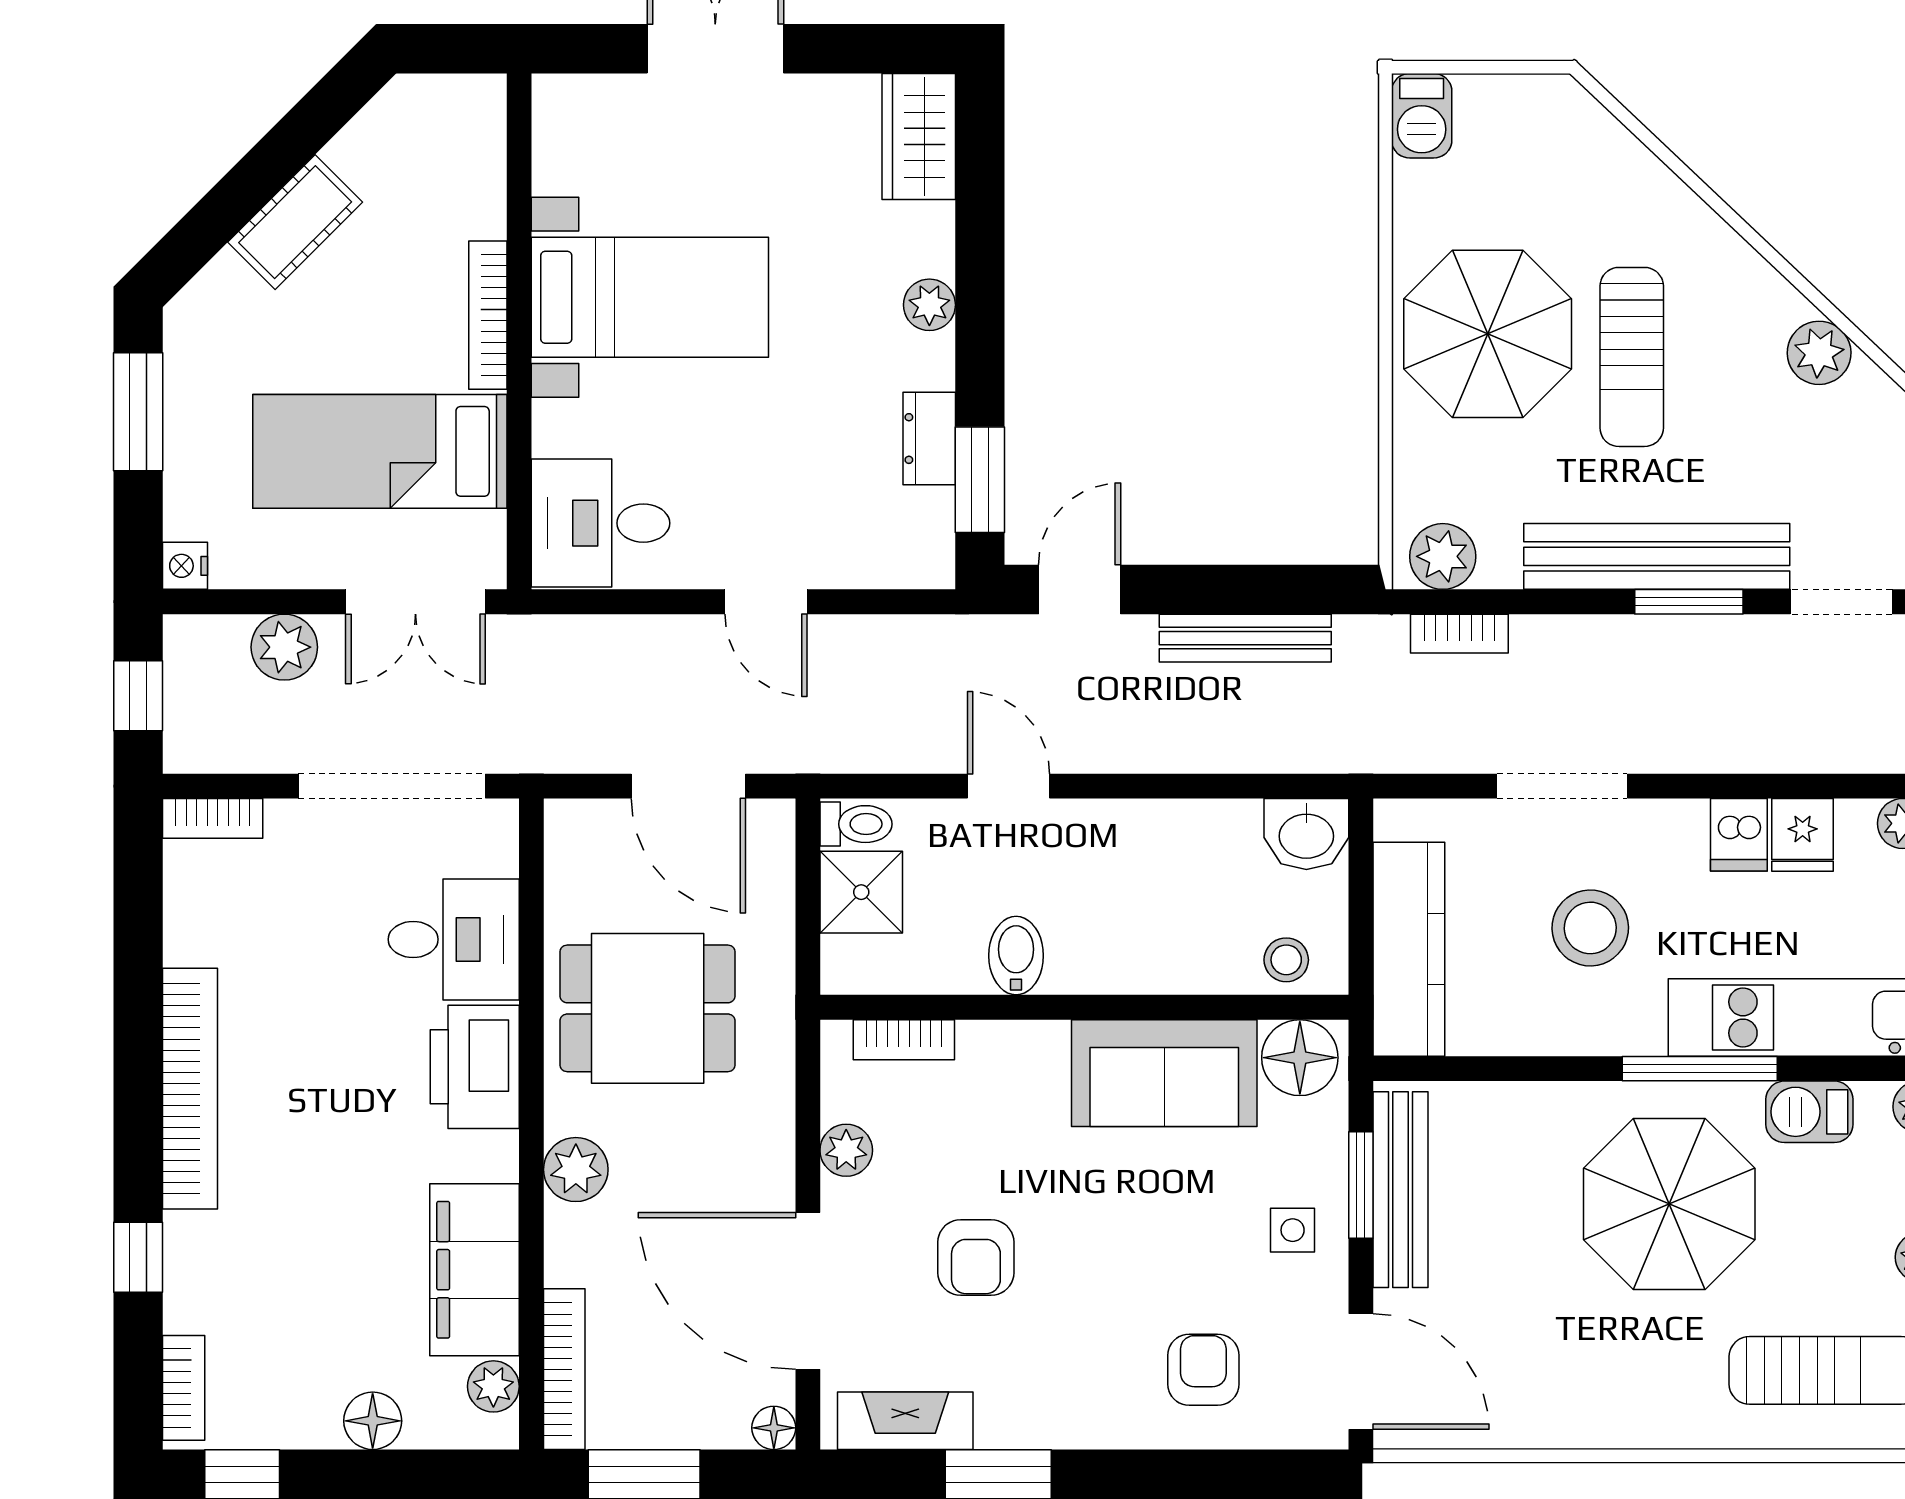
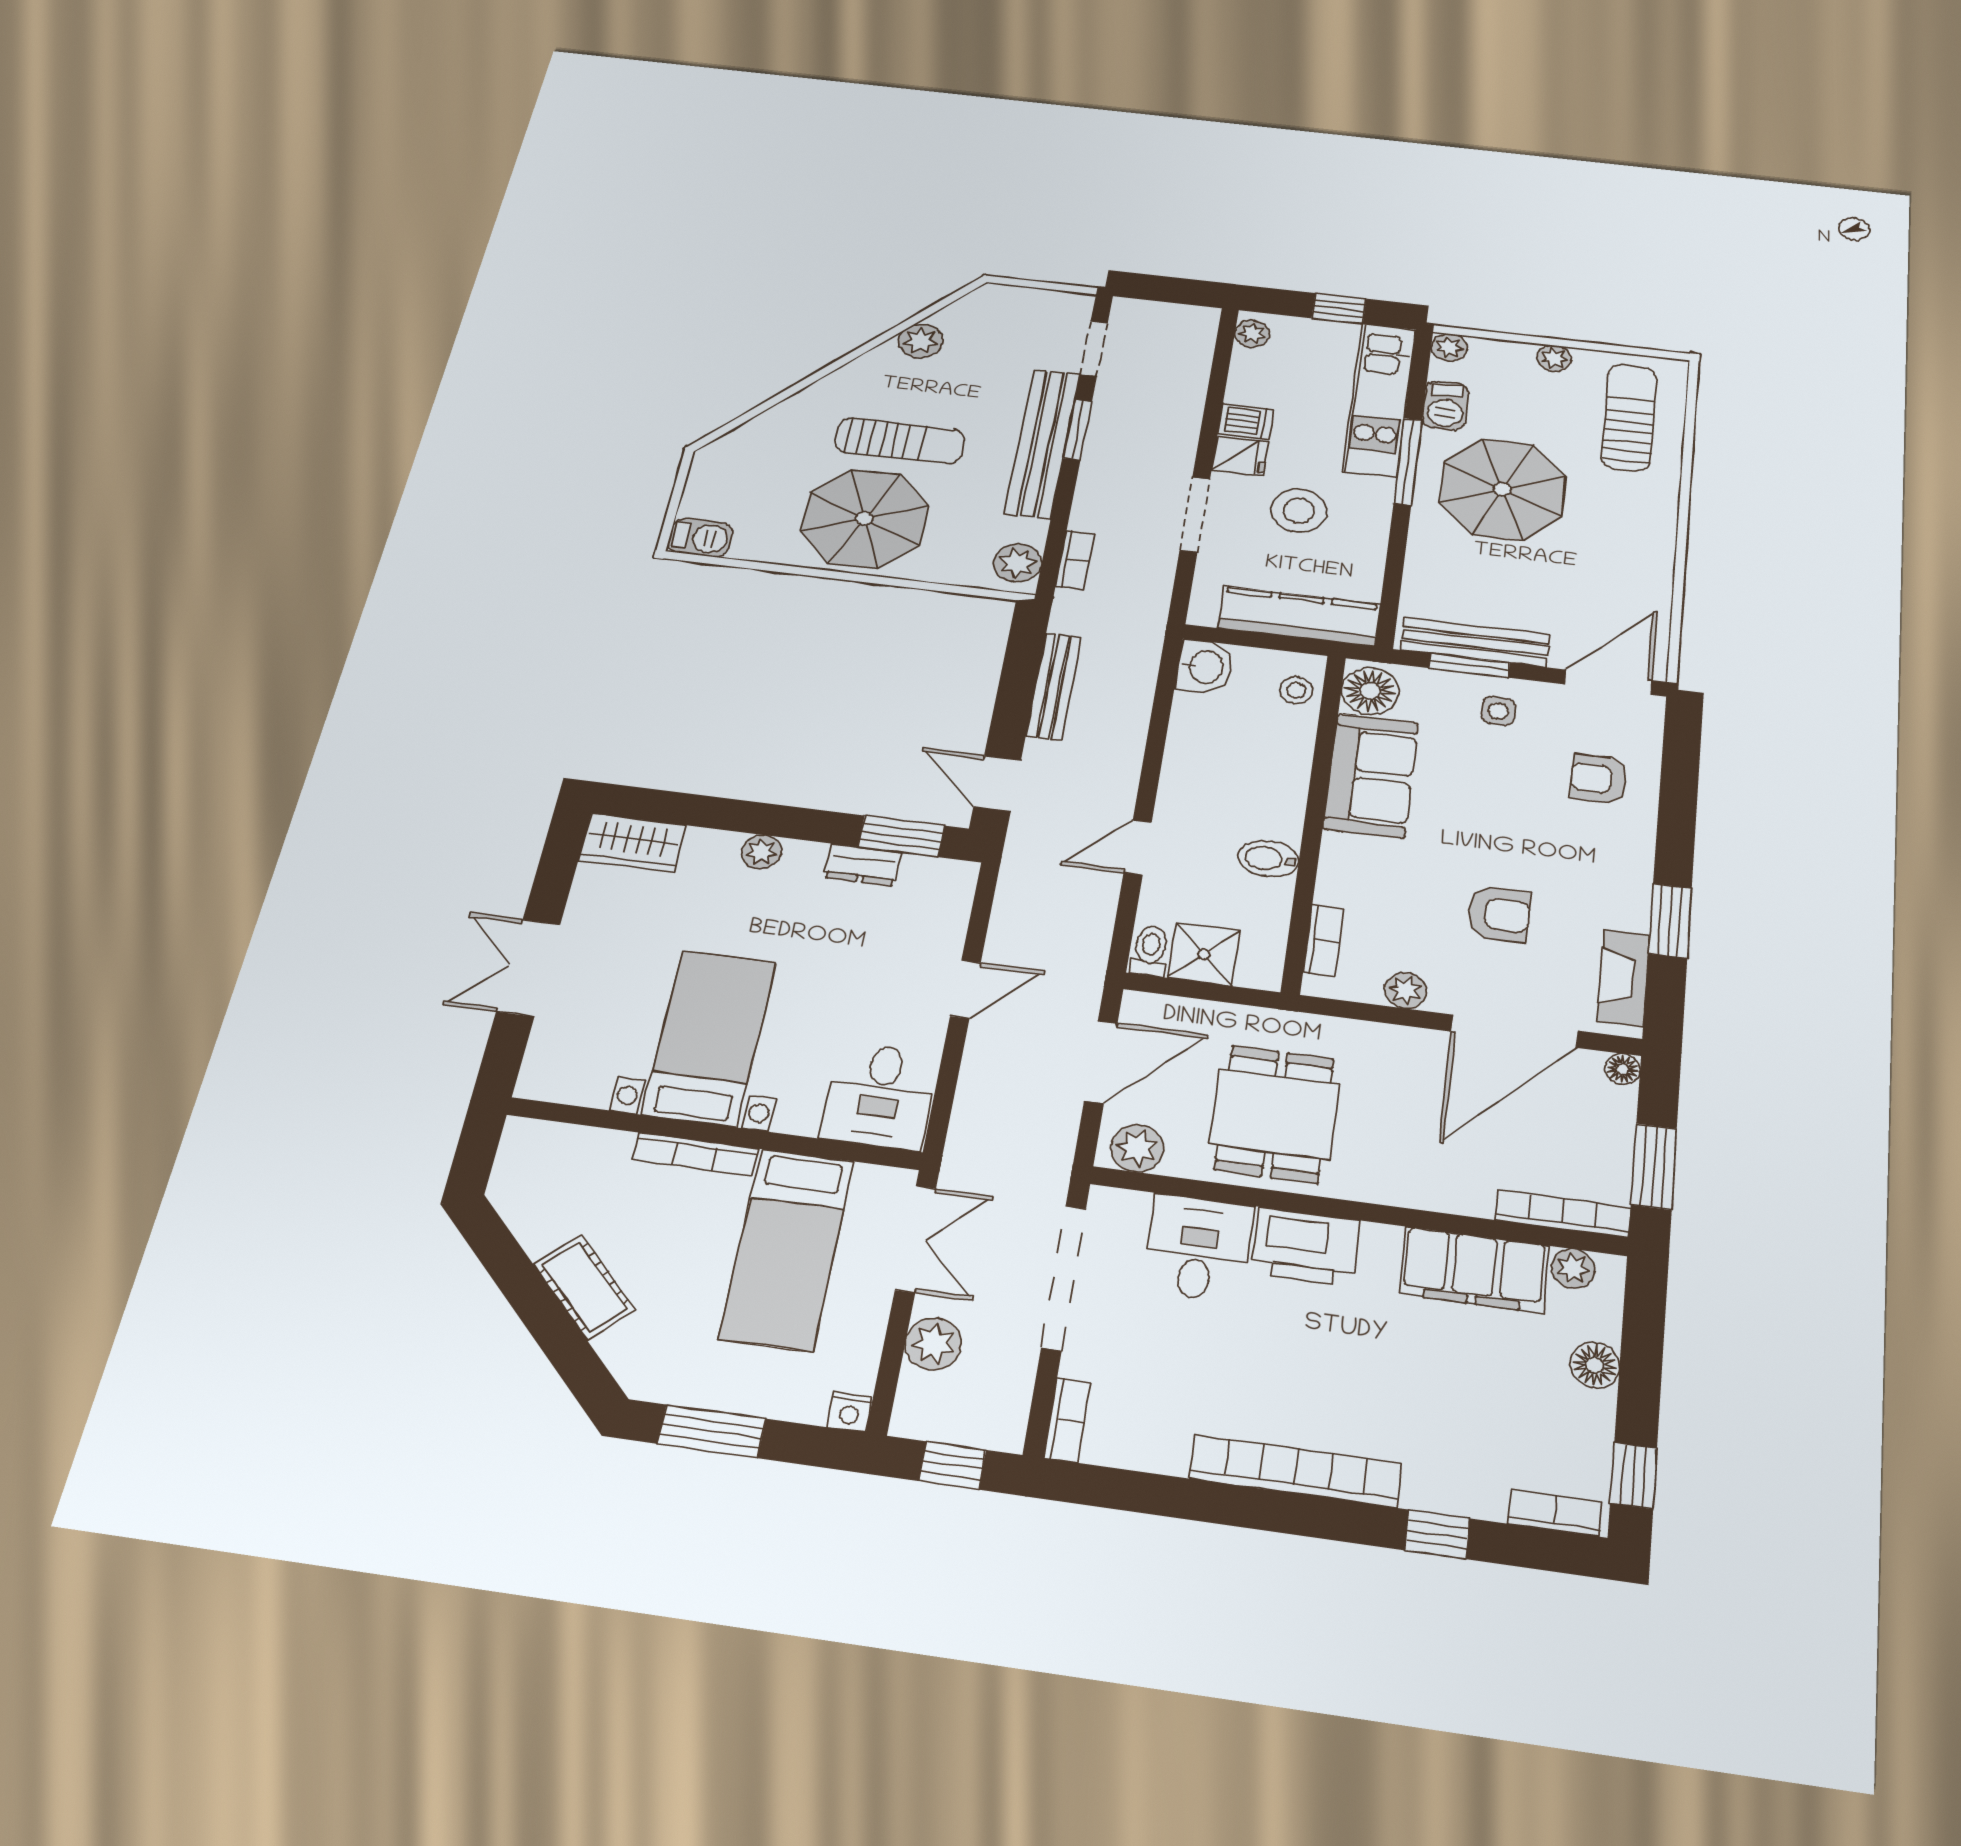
fridge: (1803, 835) -> (1240, 456), moved
plant: (576, 1170) -> (1137, 1148), moved

